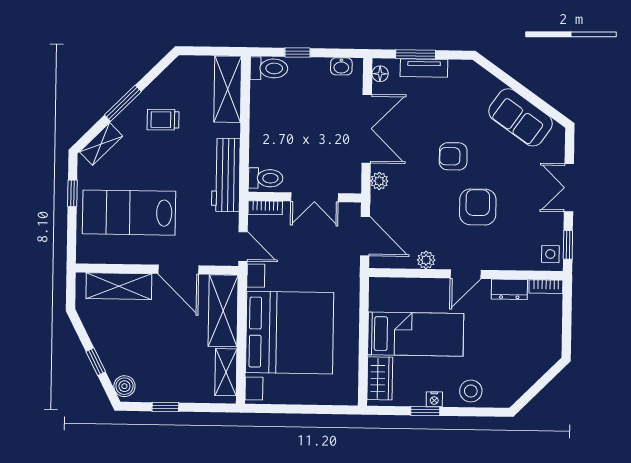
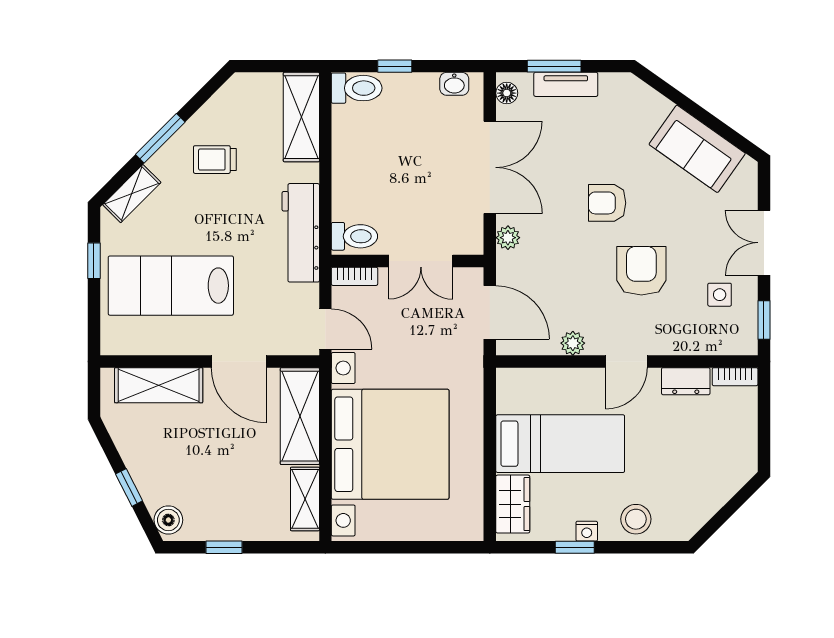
side table: (550, 254) -> (720, 295), moved

